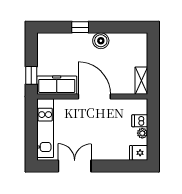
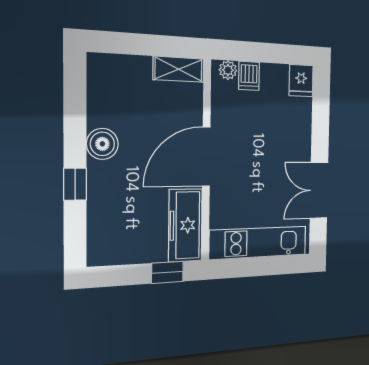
plant: (142, 133) -> (228, 70), moved

